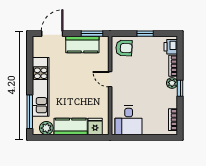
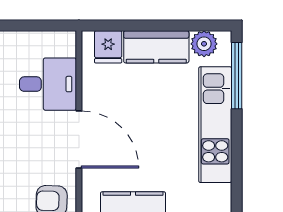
door: (110, 79) -> (79, 140), width x1.87
desk: (129, 120) -> (48, 84), moved, turned 90

